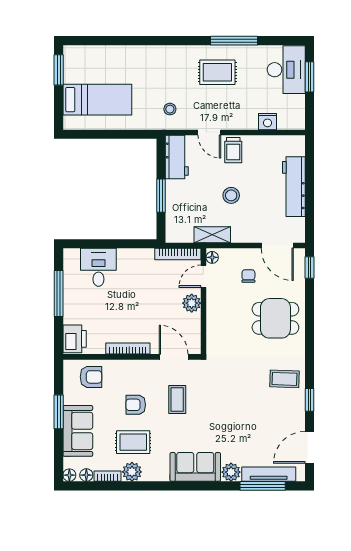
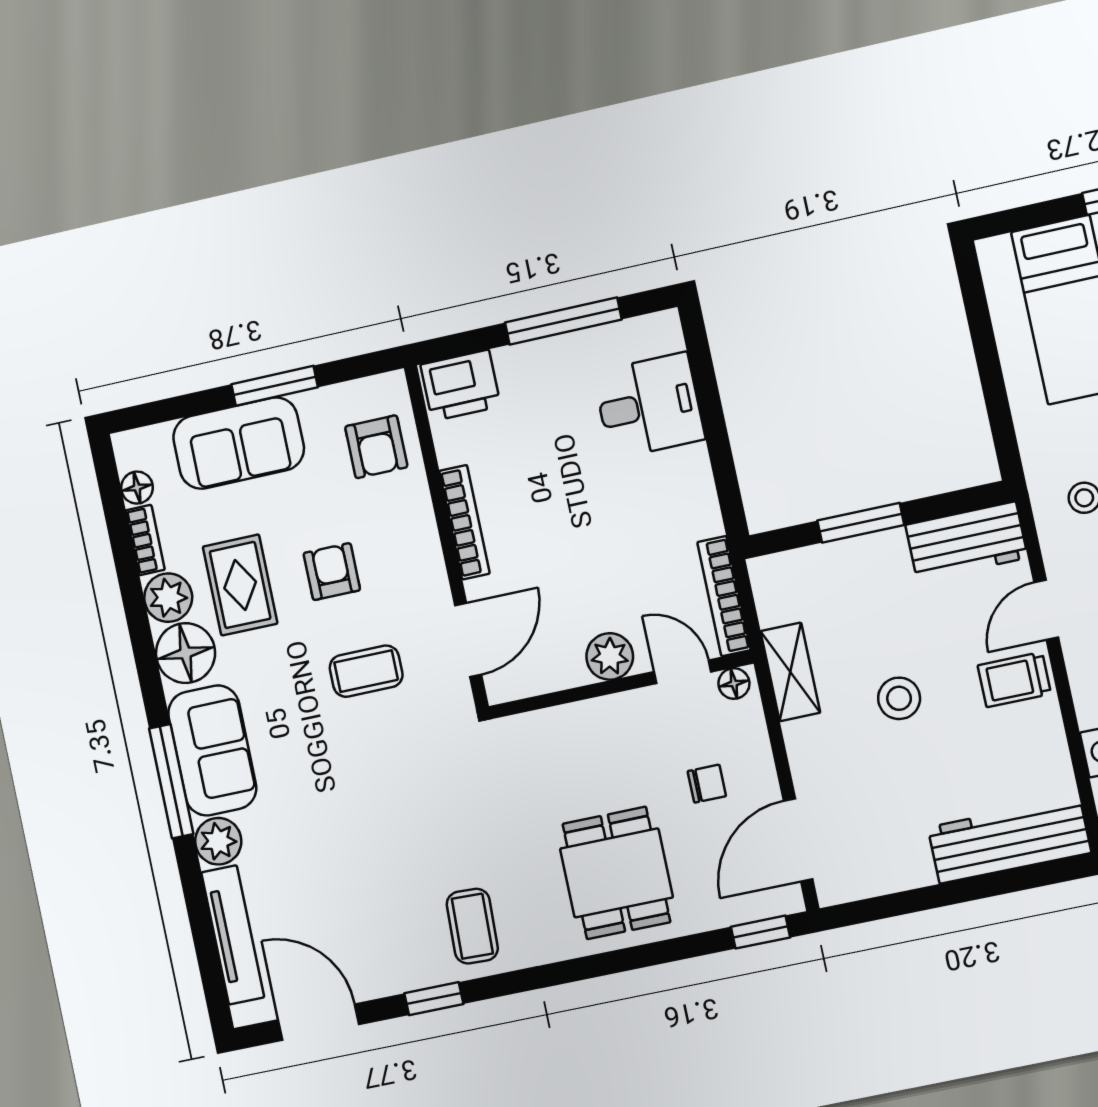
workbench: (294, 187) -> (1009, 840), moved
floor lamp: (69, 475) -> (186, 653), moved, width x1.89, depth x1.89
window: (263, 486) -> (171, 781), moved

